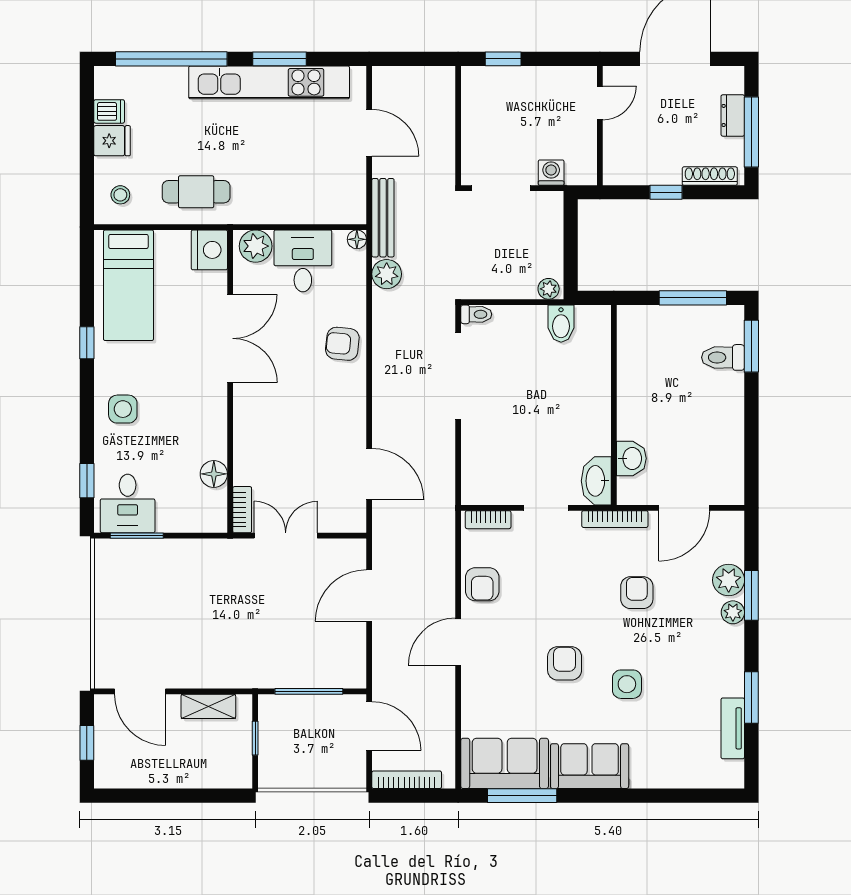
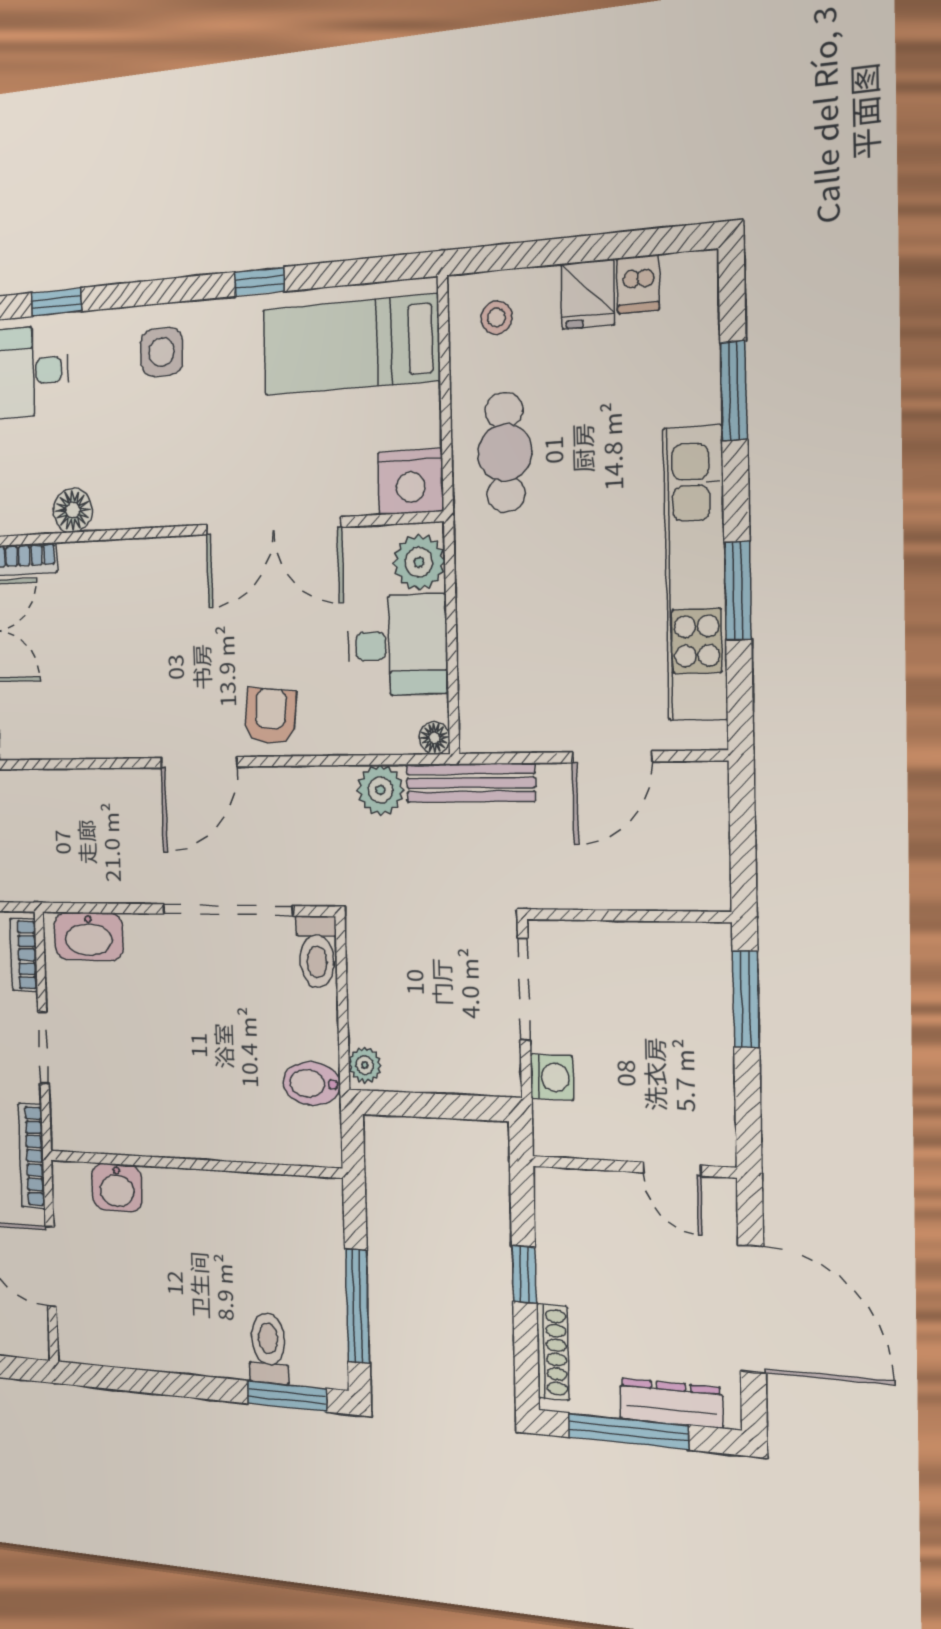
window: (171, 59) -> (734, 391), width x0.47
window: (503, 59) -> (746, 999), width x1.50
dresser: (733, 115) -> (671, 1403), width x1.44
toilet: (476, 314) -> (317, 952), width x1.37, depth x1.39
door: (369, 474) -> (199, 762), moved
washbasin: (596, 481) -> (89, 936), moved, turned 180

